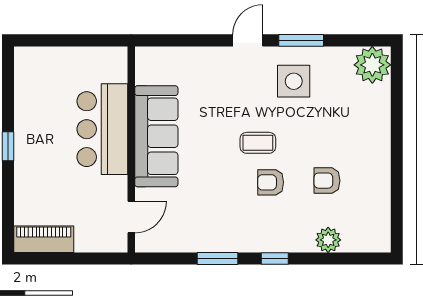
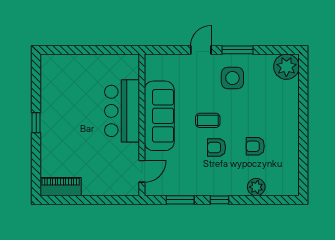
bar counter: (102, 129) -> (122, 111), moved
sofa: (156, 136) -> (159, 116), moved
wall: (131, 149) -> (142, 125), moved
door: (131, 217) -> (142, 171), moved

